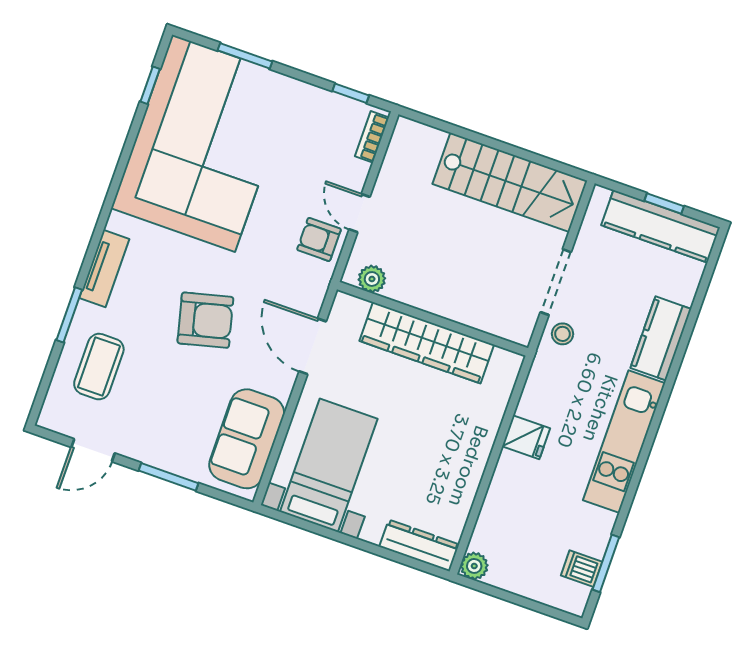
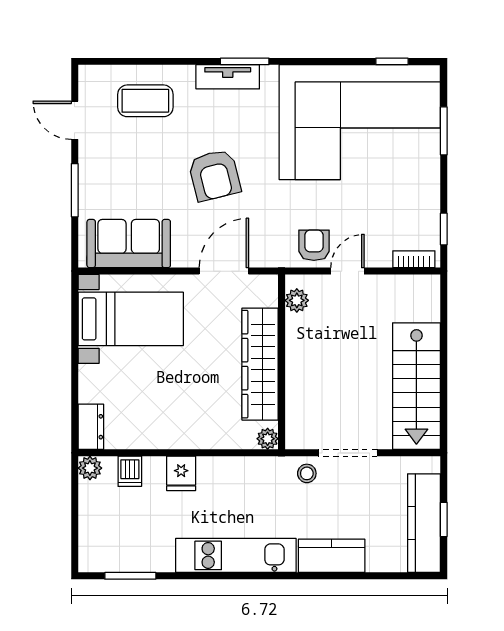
window: (69, 315) -> (245, 61), moved
plant: (510, 363) -> (268, 439), added
fridge: (526, 437) -> (181, 473), moved
dresser: (419, 546) -> (91, 427), width x0.70
dishwasher: (582, 569) -> (130, 471), moved, turned 180

